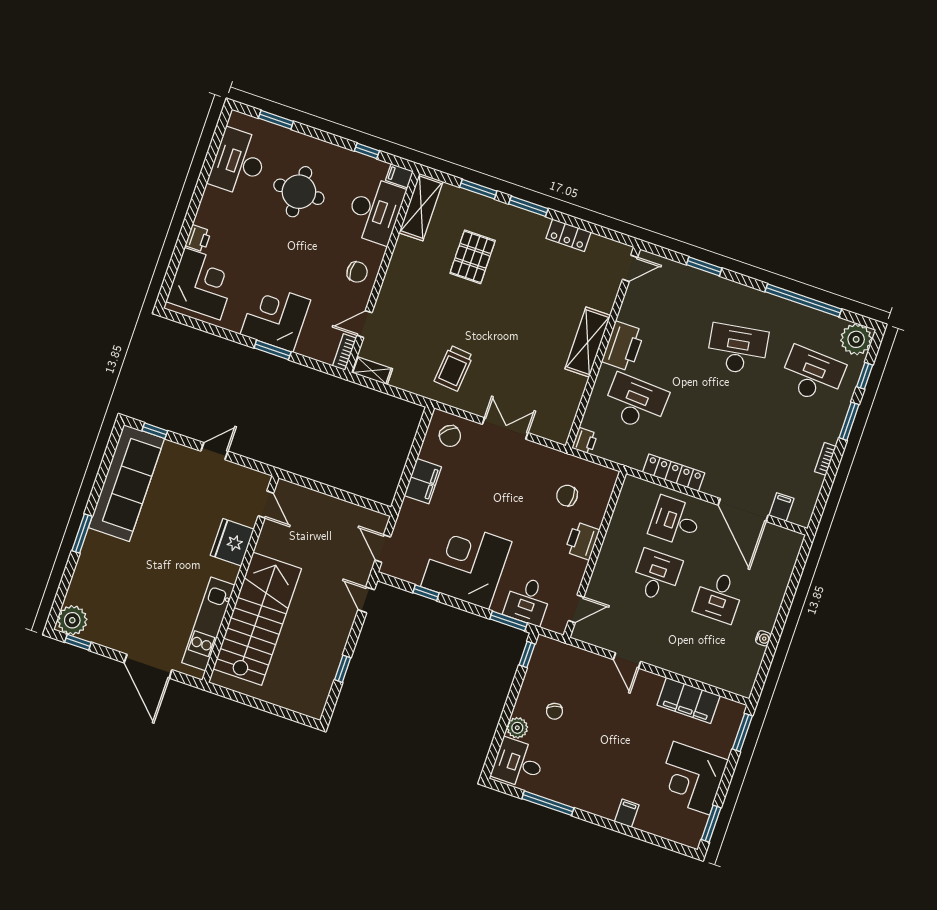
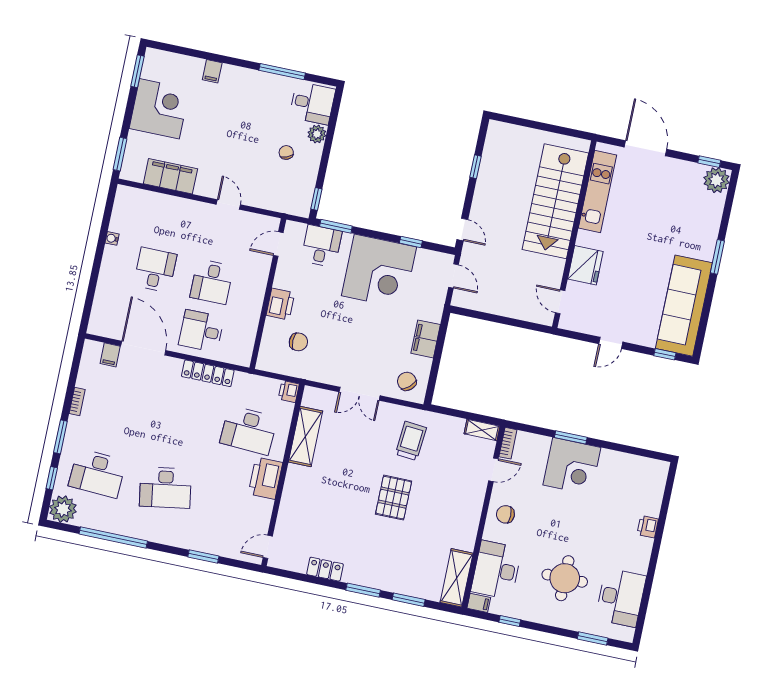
pallet: (473, 257) -> (394, 498), moved
corner desk: (202, 284) -> (639, 488), removed
shelving: (588, 342) -> (306, 437), moved
desk: (675, 521) -> (201, 331), turned 180

